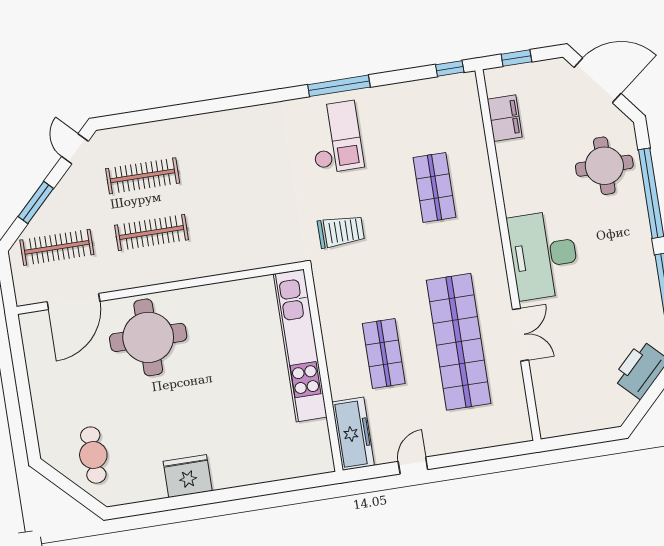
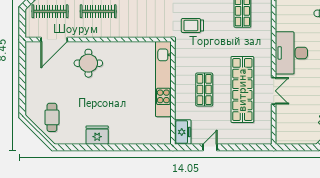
trolley: (341, 231) -> (192, 25), turned 180
round table: (148, 337) -> (88, 63), width x0.73, depth x0.73
freezer: (353, 434) -> (183, 132), width x0.71

